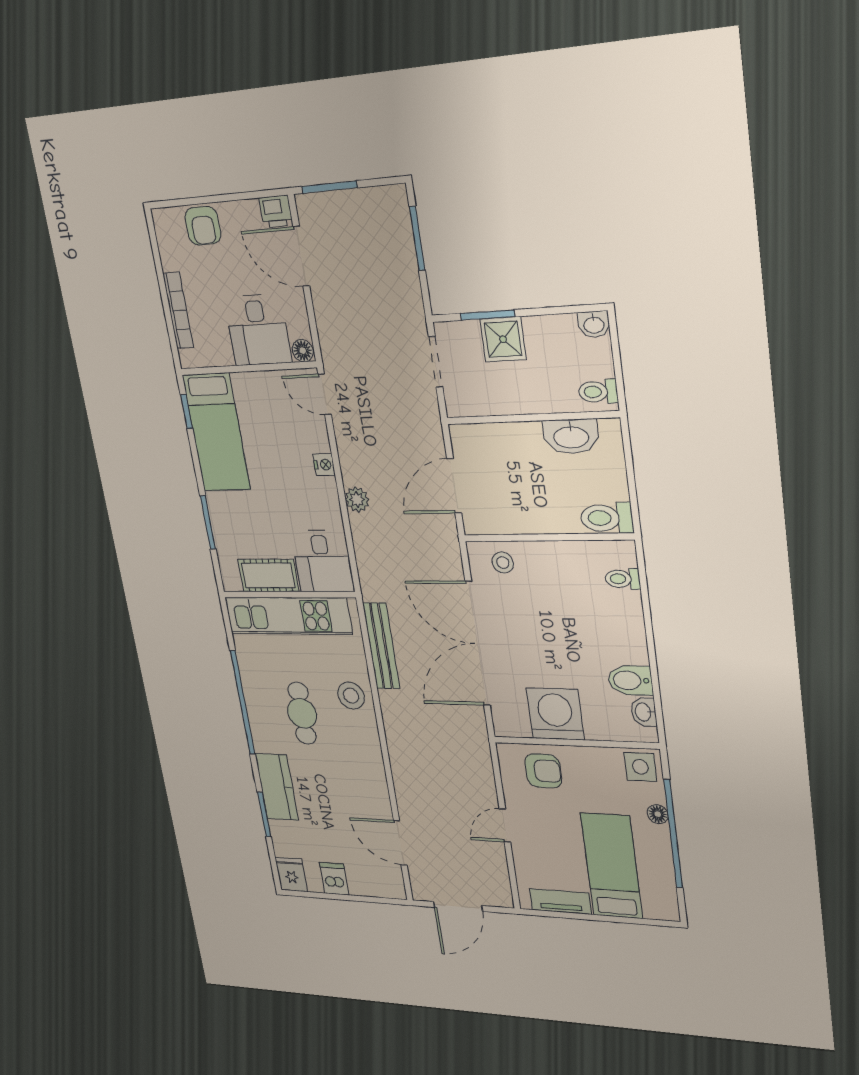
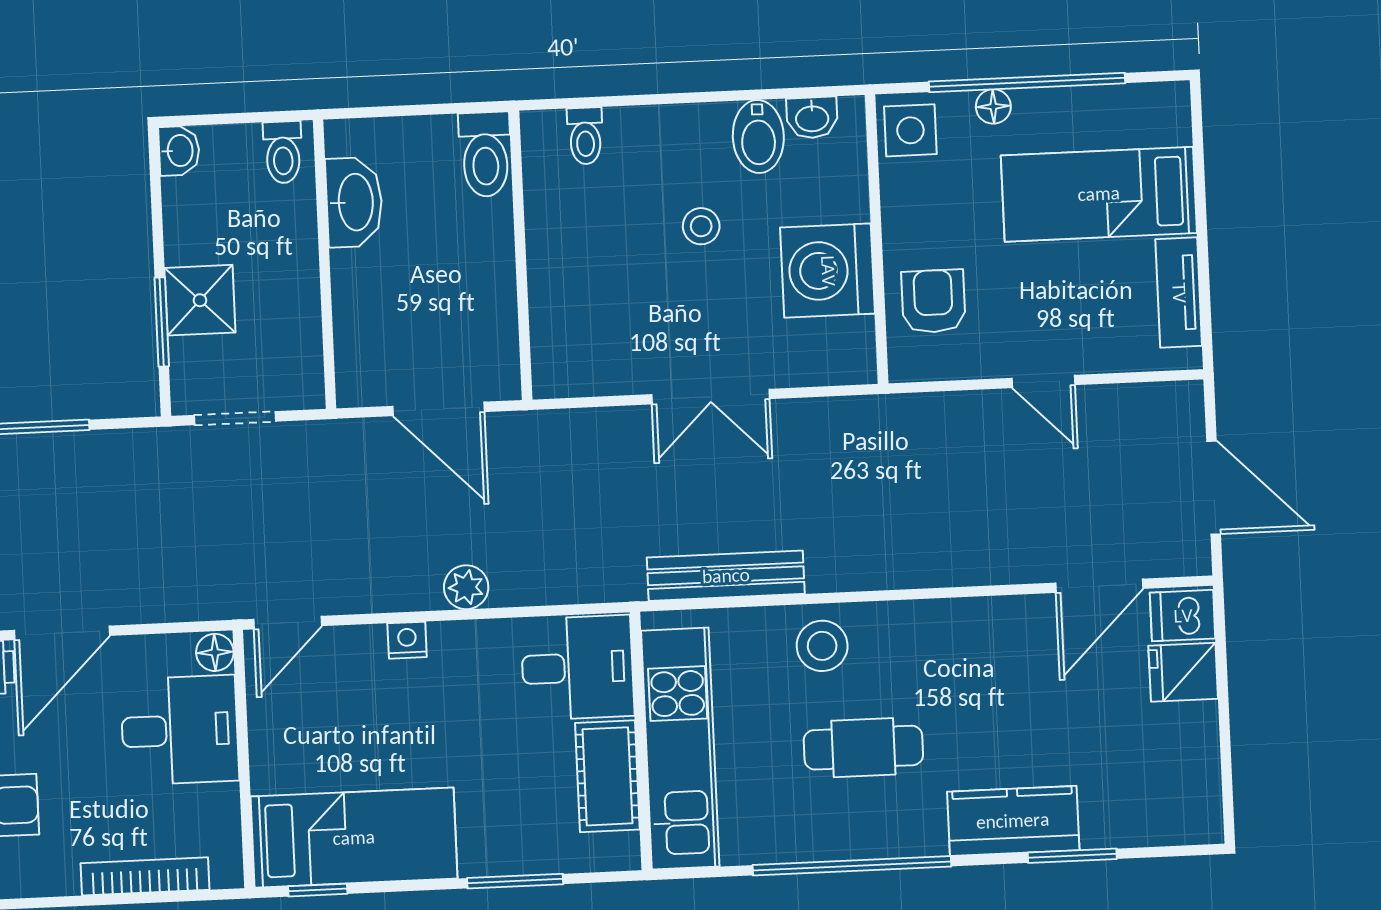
stool: (503, 563) -> (701, 226), moved
double door: (478, 644) -> (711, 397), width x0.54
fridge: (291, 874) -> (1183, 672), moved
dishwasher: (334, 879) -> (1183, 616), moved

